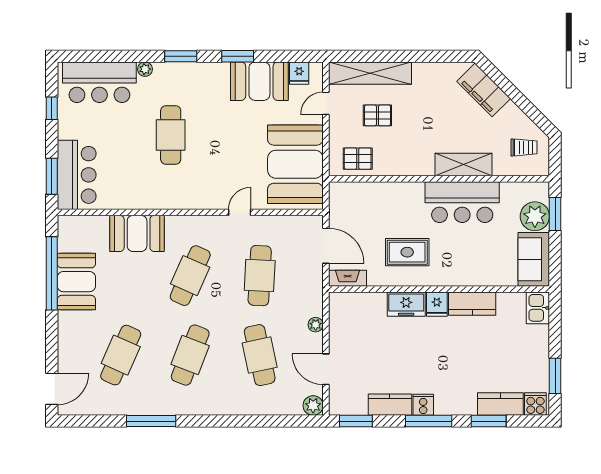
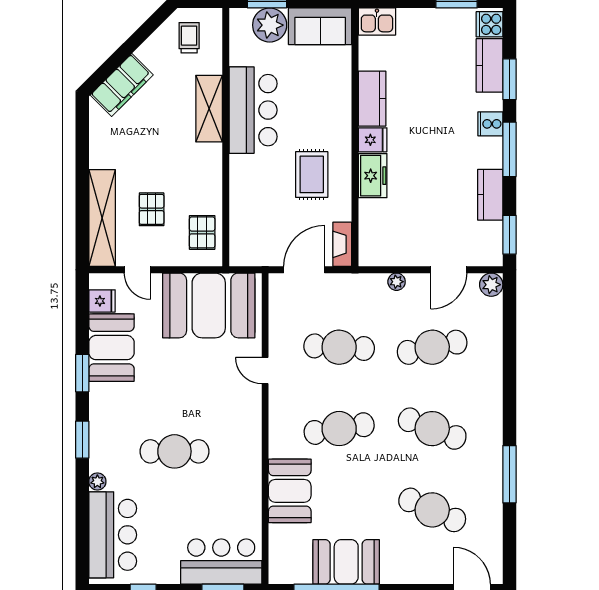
cafe table: (190, 276) -> (339, 429), turned -33
cooker: (423, 405) -> (490, 124), moved

